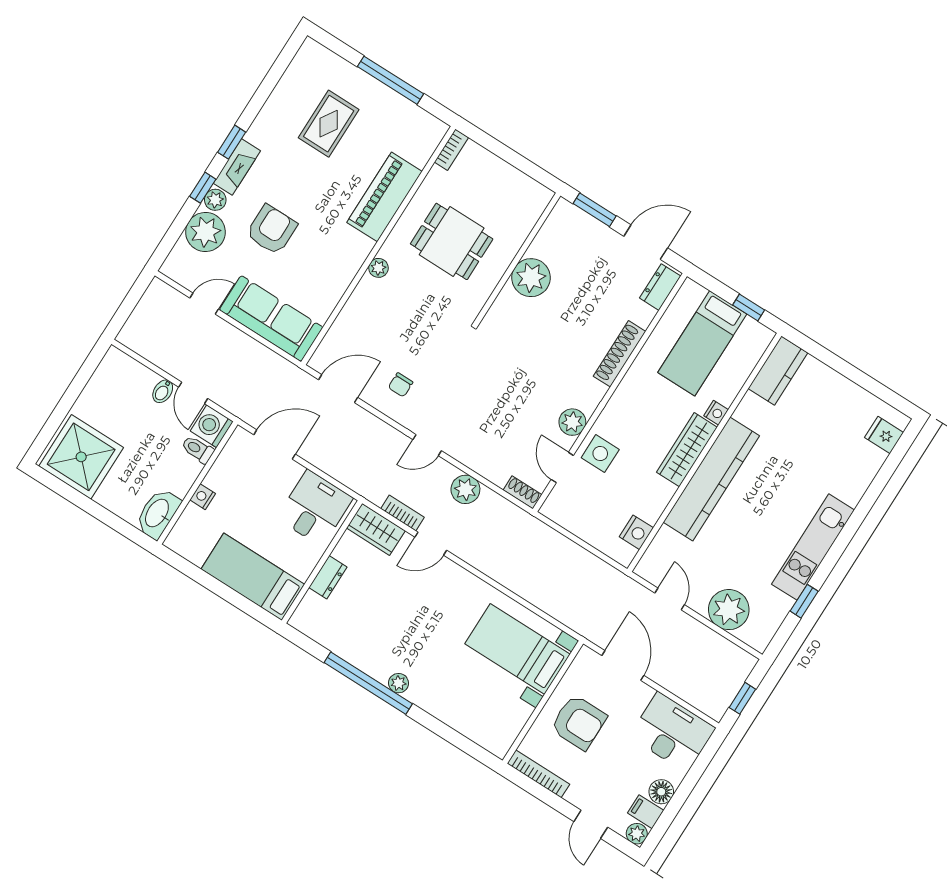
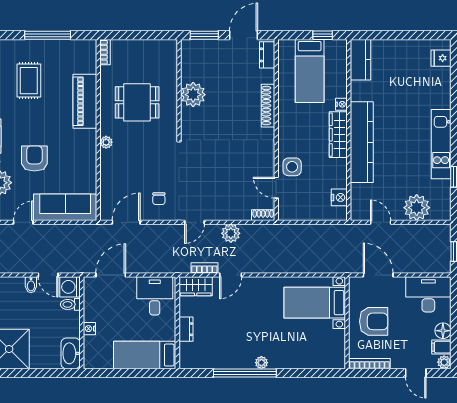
plant: (572, 422) -> (266, 159), removed

